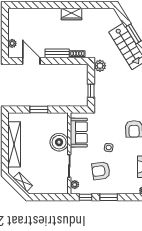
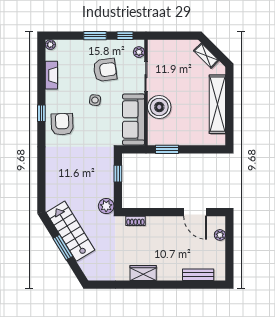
bench: (57, 53) -> (198, 275), moved
window: (39, 110) -> (167, 149), moved
sofa: (79, 133) -> (134, 119), width x1.36

